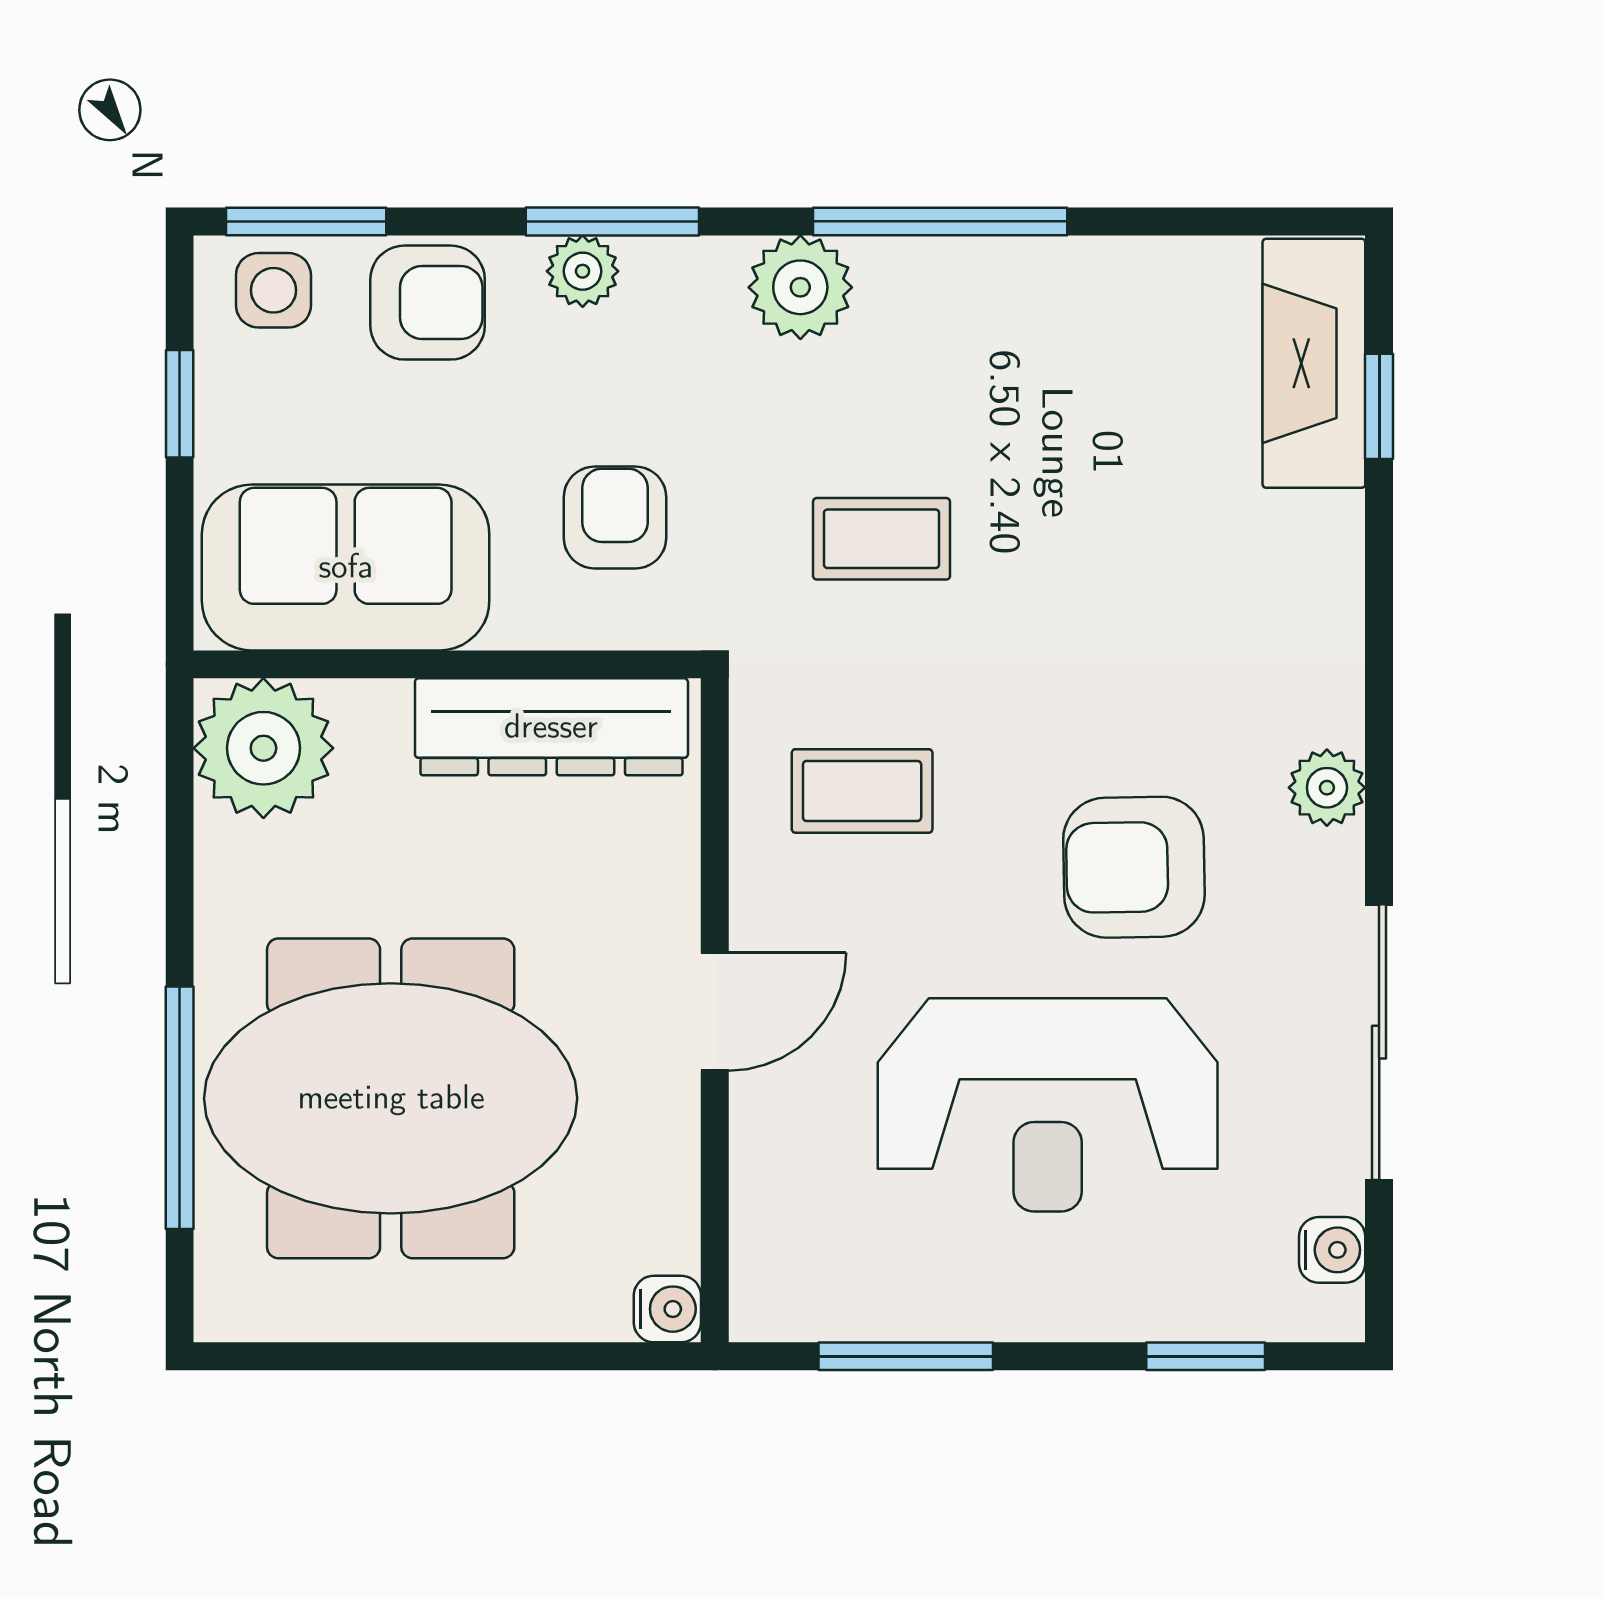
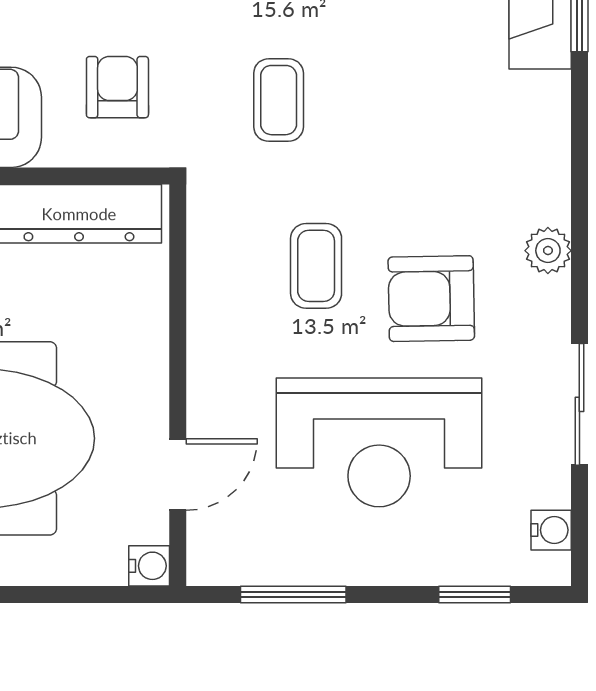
coffee table: (882, 539) -> (279, 100), turned 90
coffee table: (862, 791) -> (316, 266), moved, turned 90
door: (715, 1012) -> (178, 475), moved
sliding door: (1379, 1042) -> (579, 404), width x0.73

